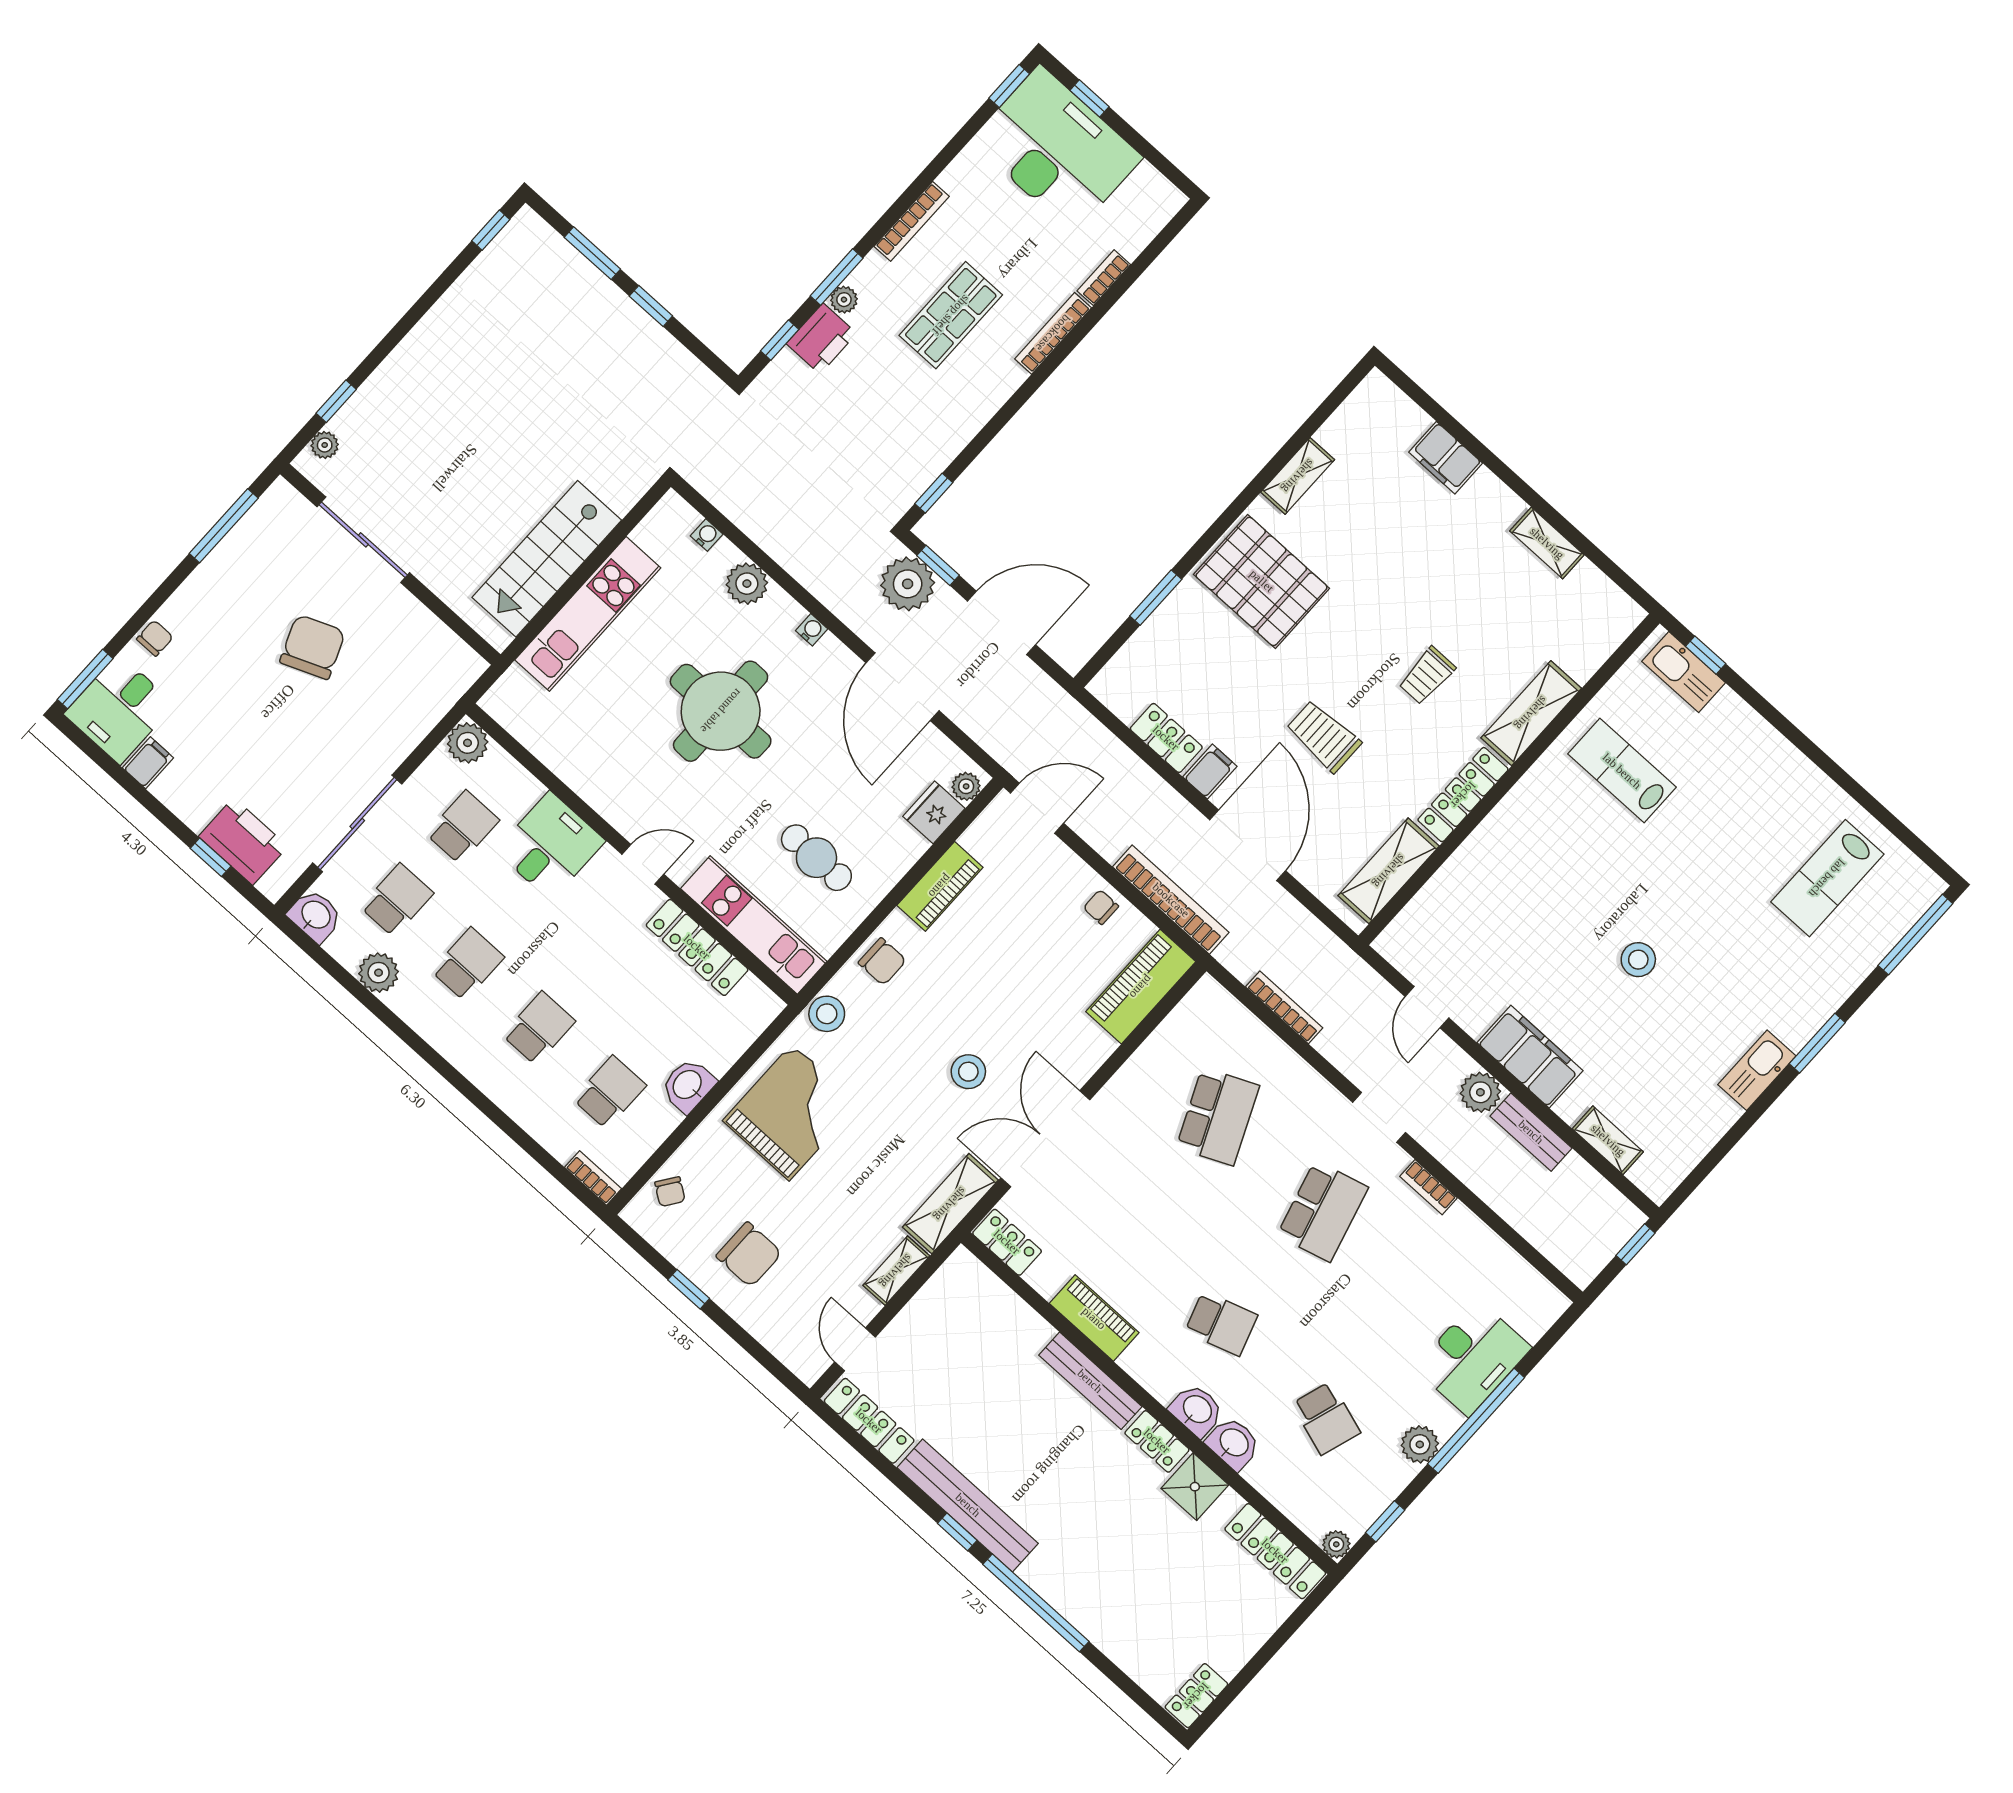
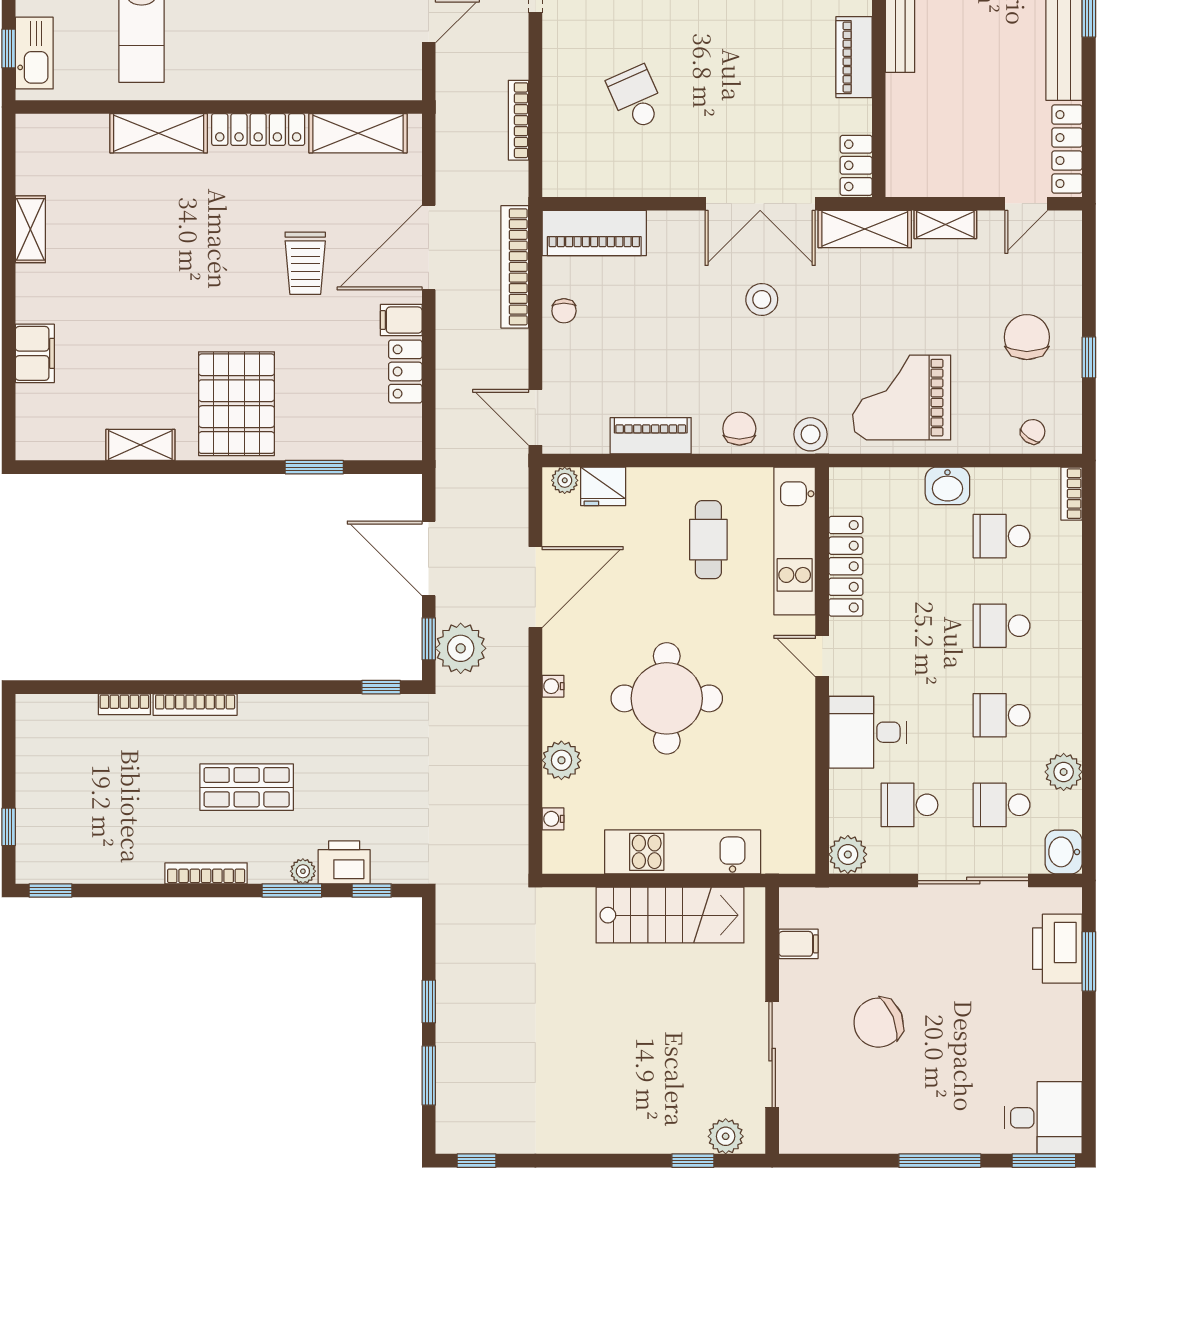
desk: (1057, 149) -> (65, 818), removed
plant: (325, 445) -> (726, 1136), width x1.38, depth x1.38
window: (224, 526) -> (940, 1161), moved
chair: (155, 638) -> (972, 1138), removed
trolley: (1427, 676) -> (198, 229), removed
filing cabinet: (148, 763) -> (798, 944), moved, turned 180
window: (211, 857) -> (1089, 961), width x1.50
school desk: (1218, 1117) -> (636, 98), width x0.54

